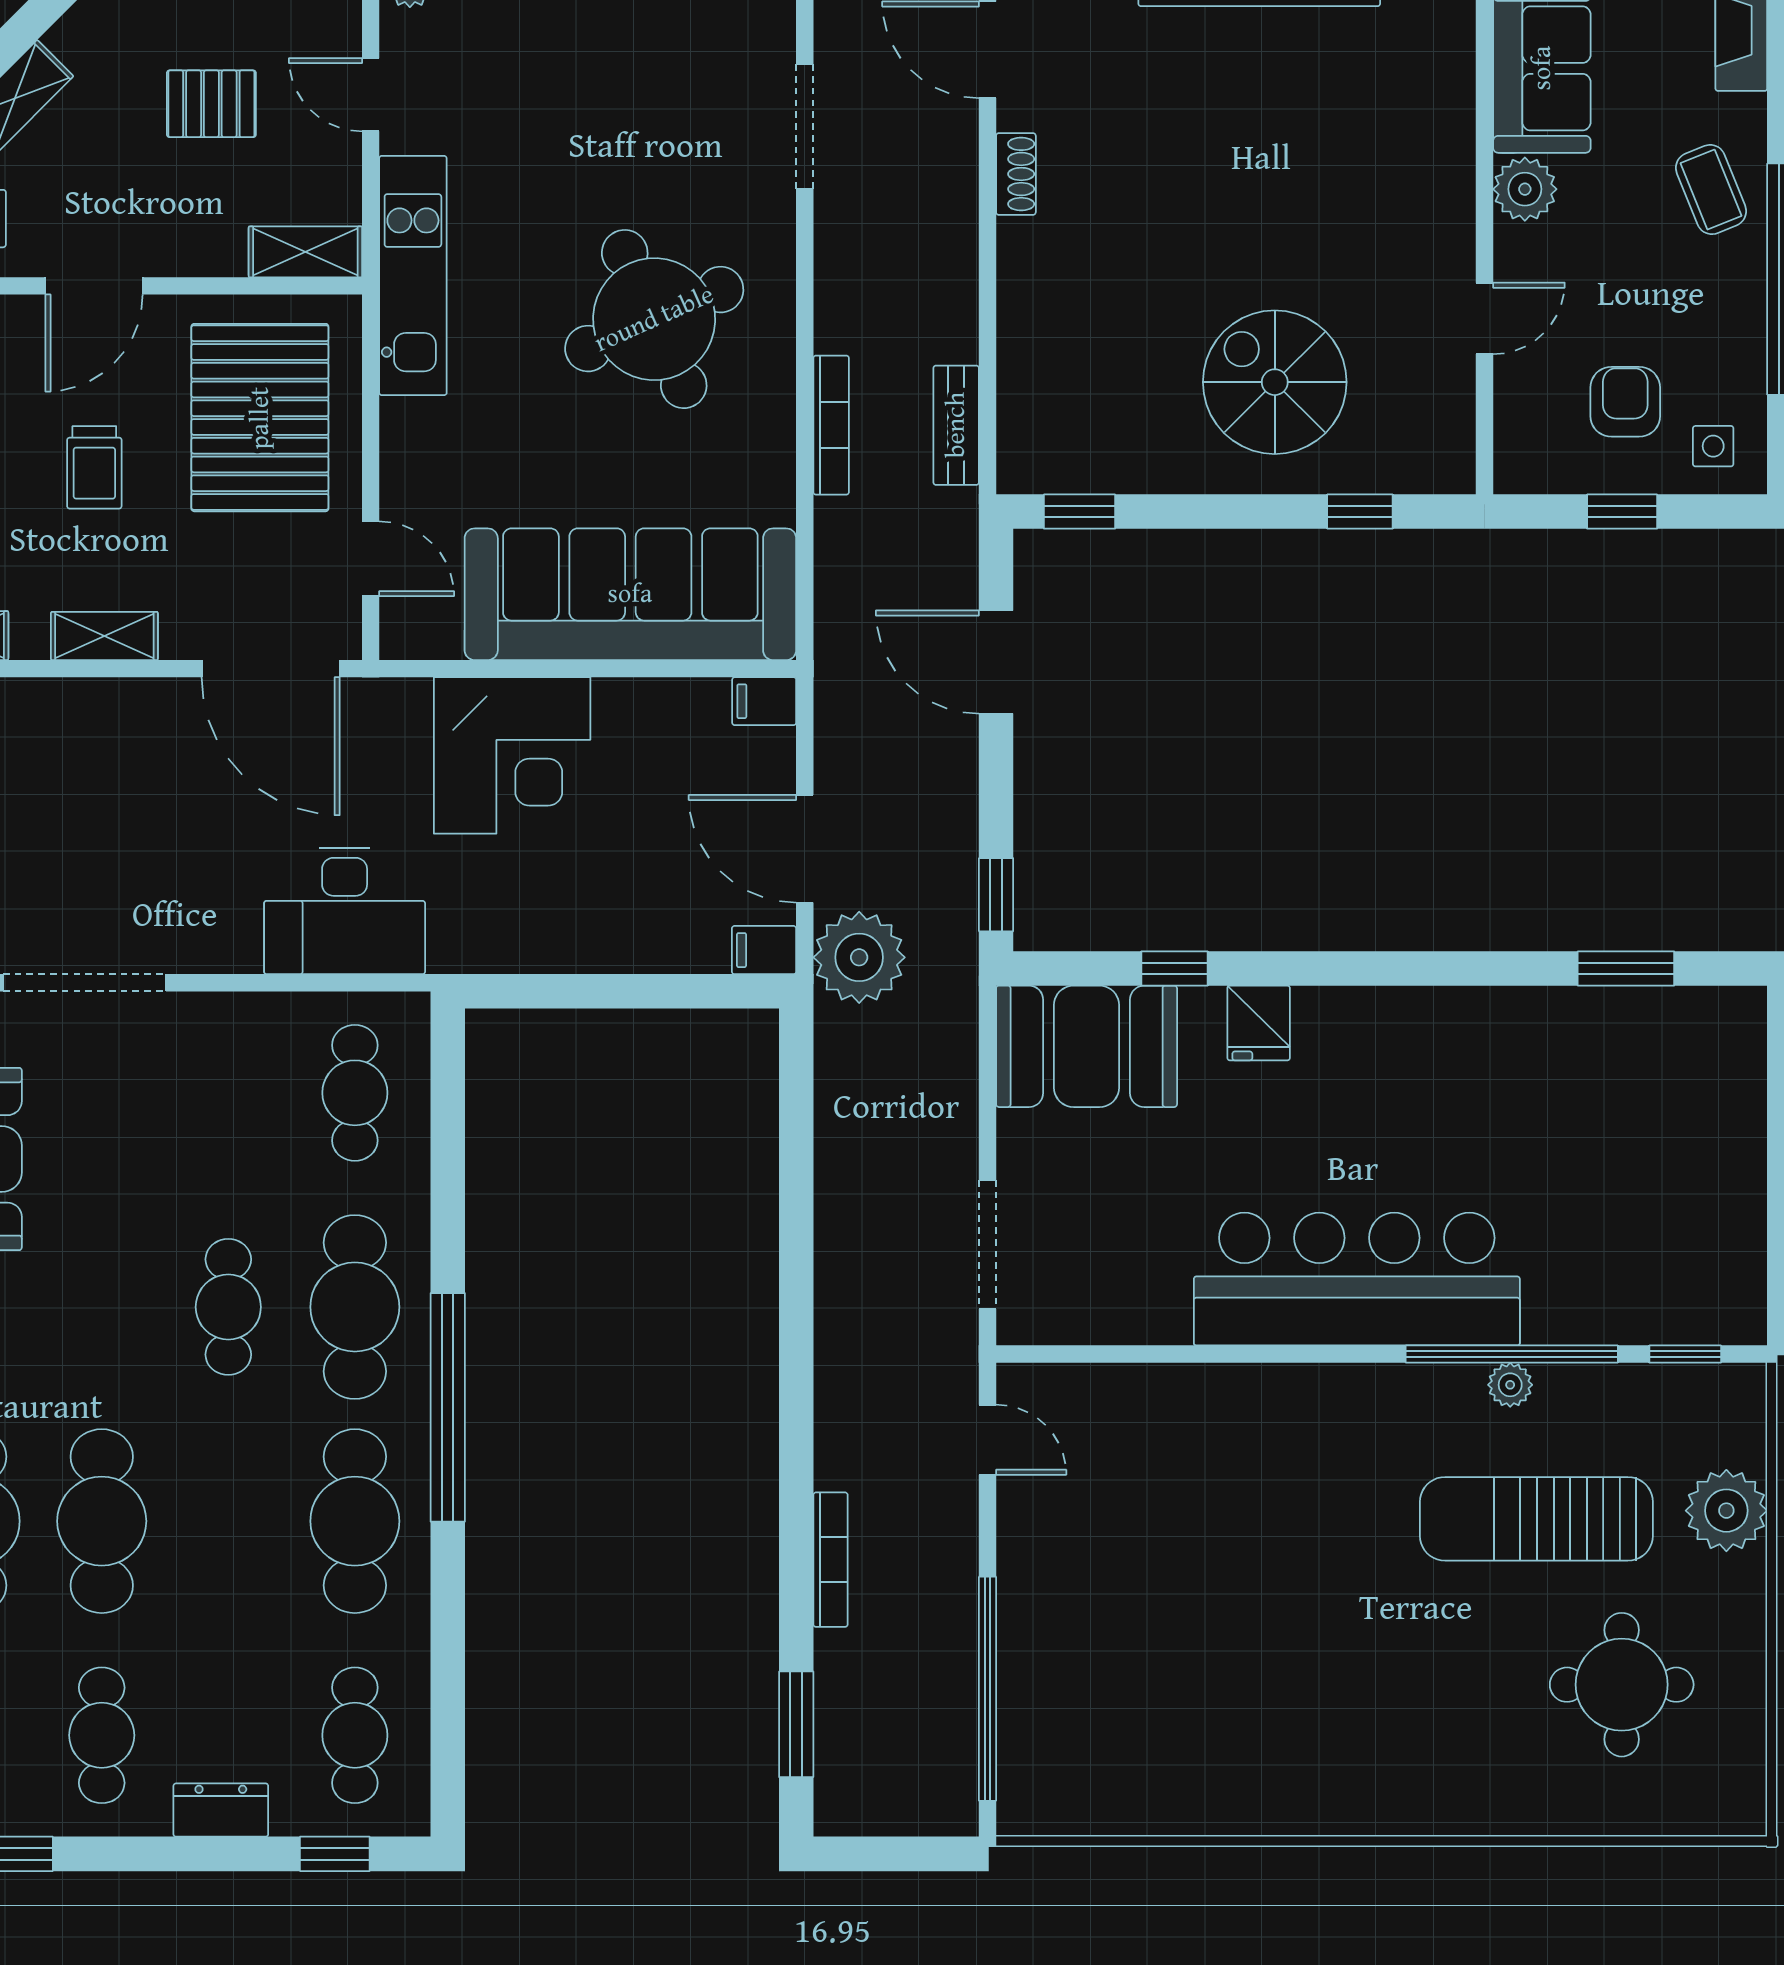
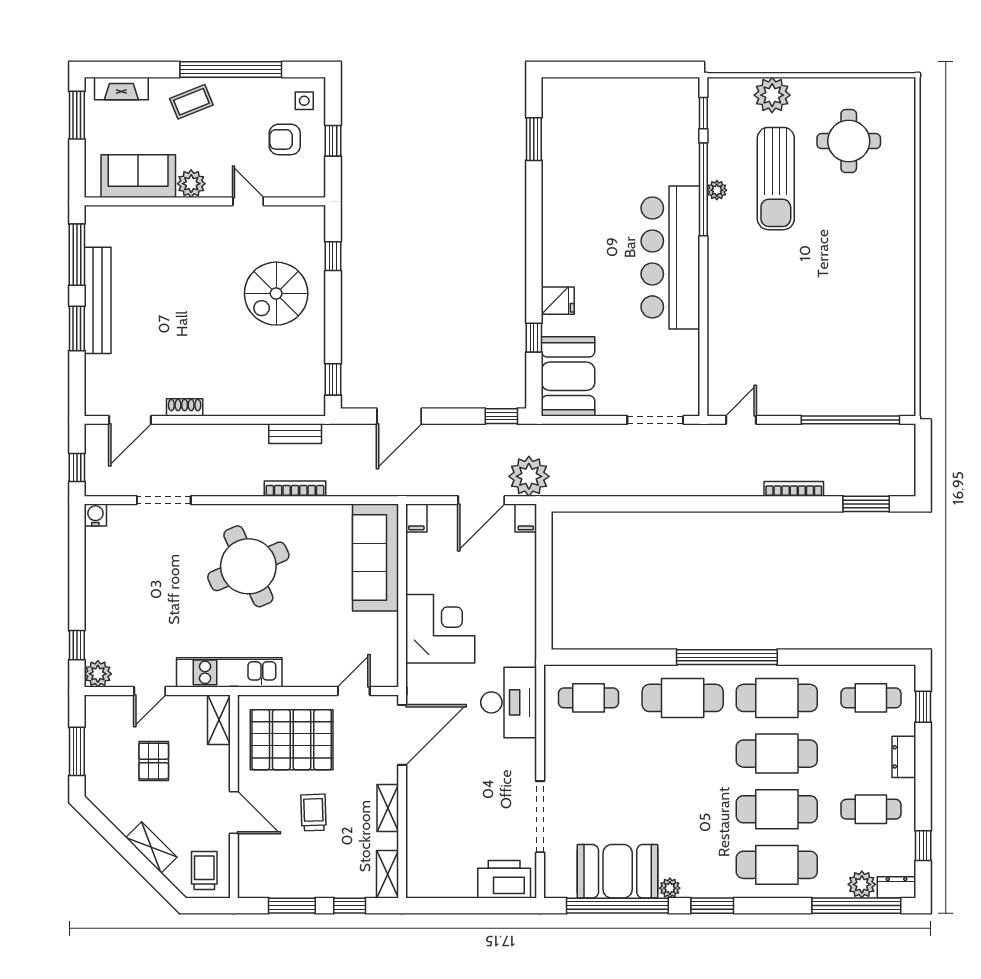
trolley: (94, 467) -> (314, 812), turned -92
sofa: (630, 594) -> (375, 558), width x0.74, depth x0.79
cafe table: (228, 1307) -> (777, 754), moved, width x1.37, depth x1.35

